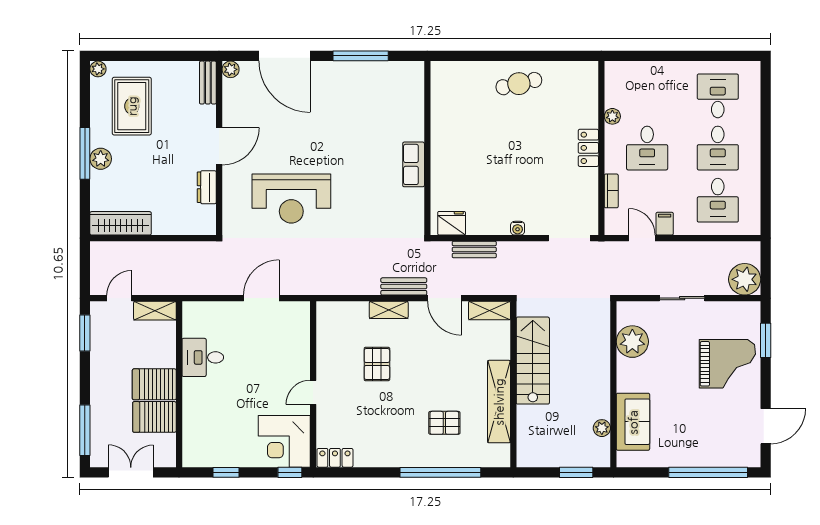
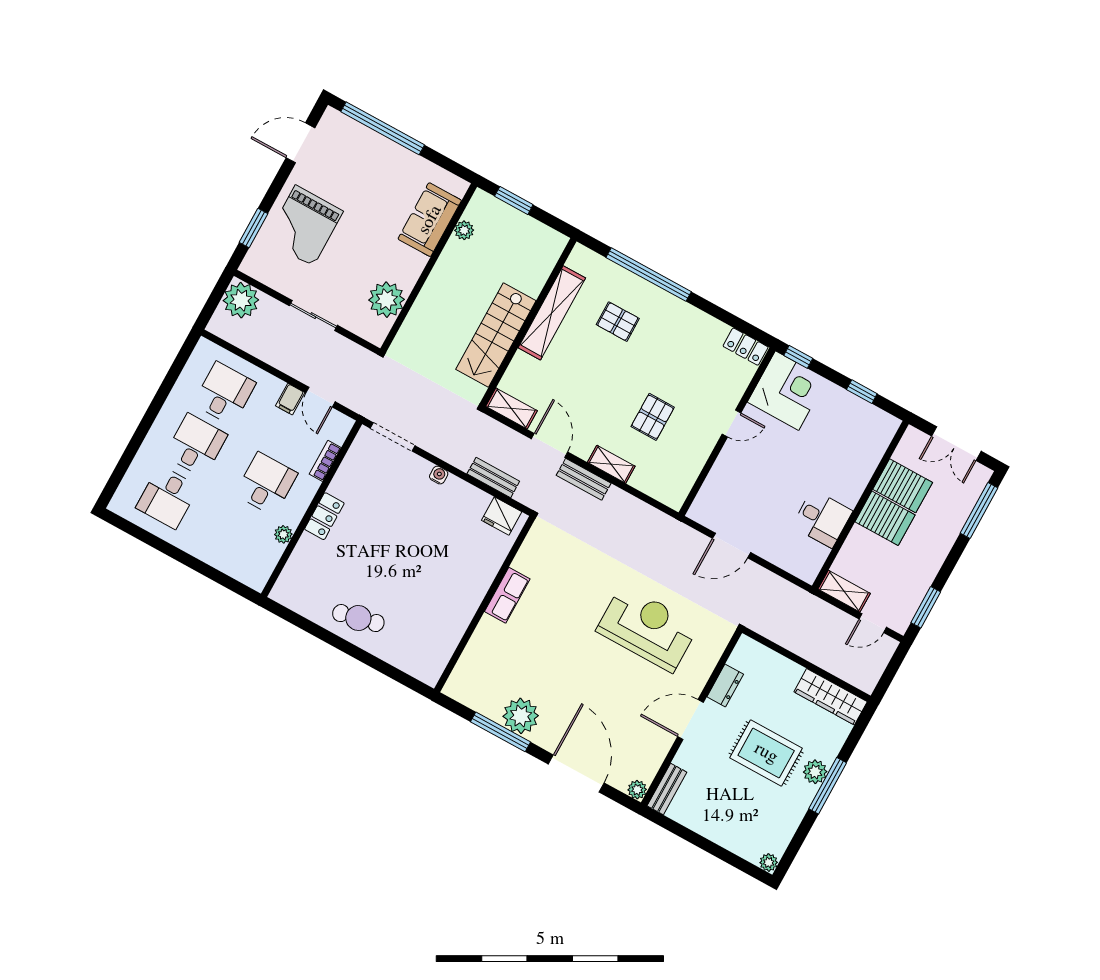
plant: (352, 77) -> (521, 716), added
rug: (132, 106) -> (766, 753), moved, turned 90
grand piano: (727, 364) -> (304, 226), turned -90

